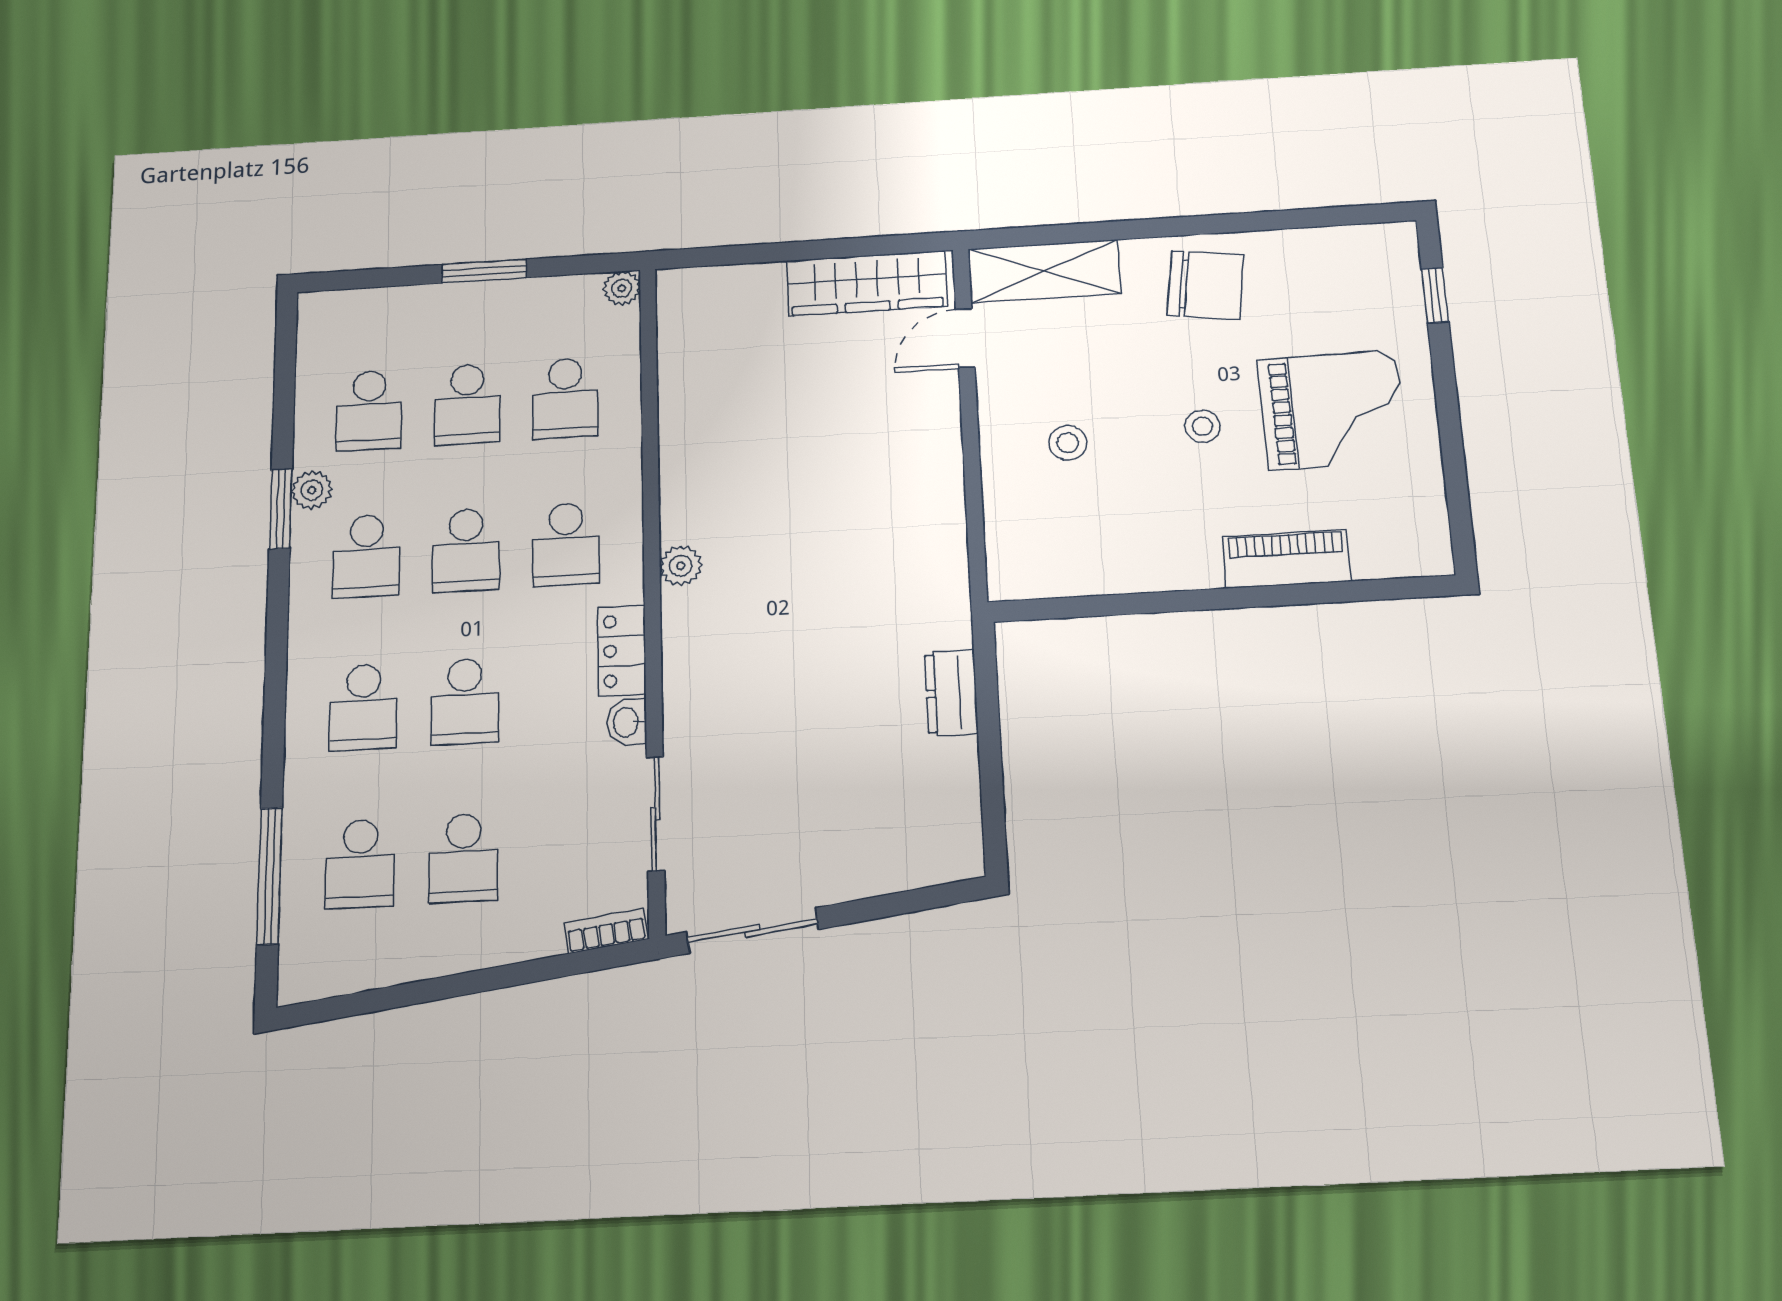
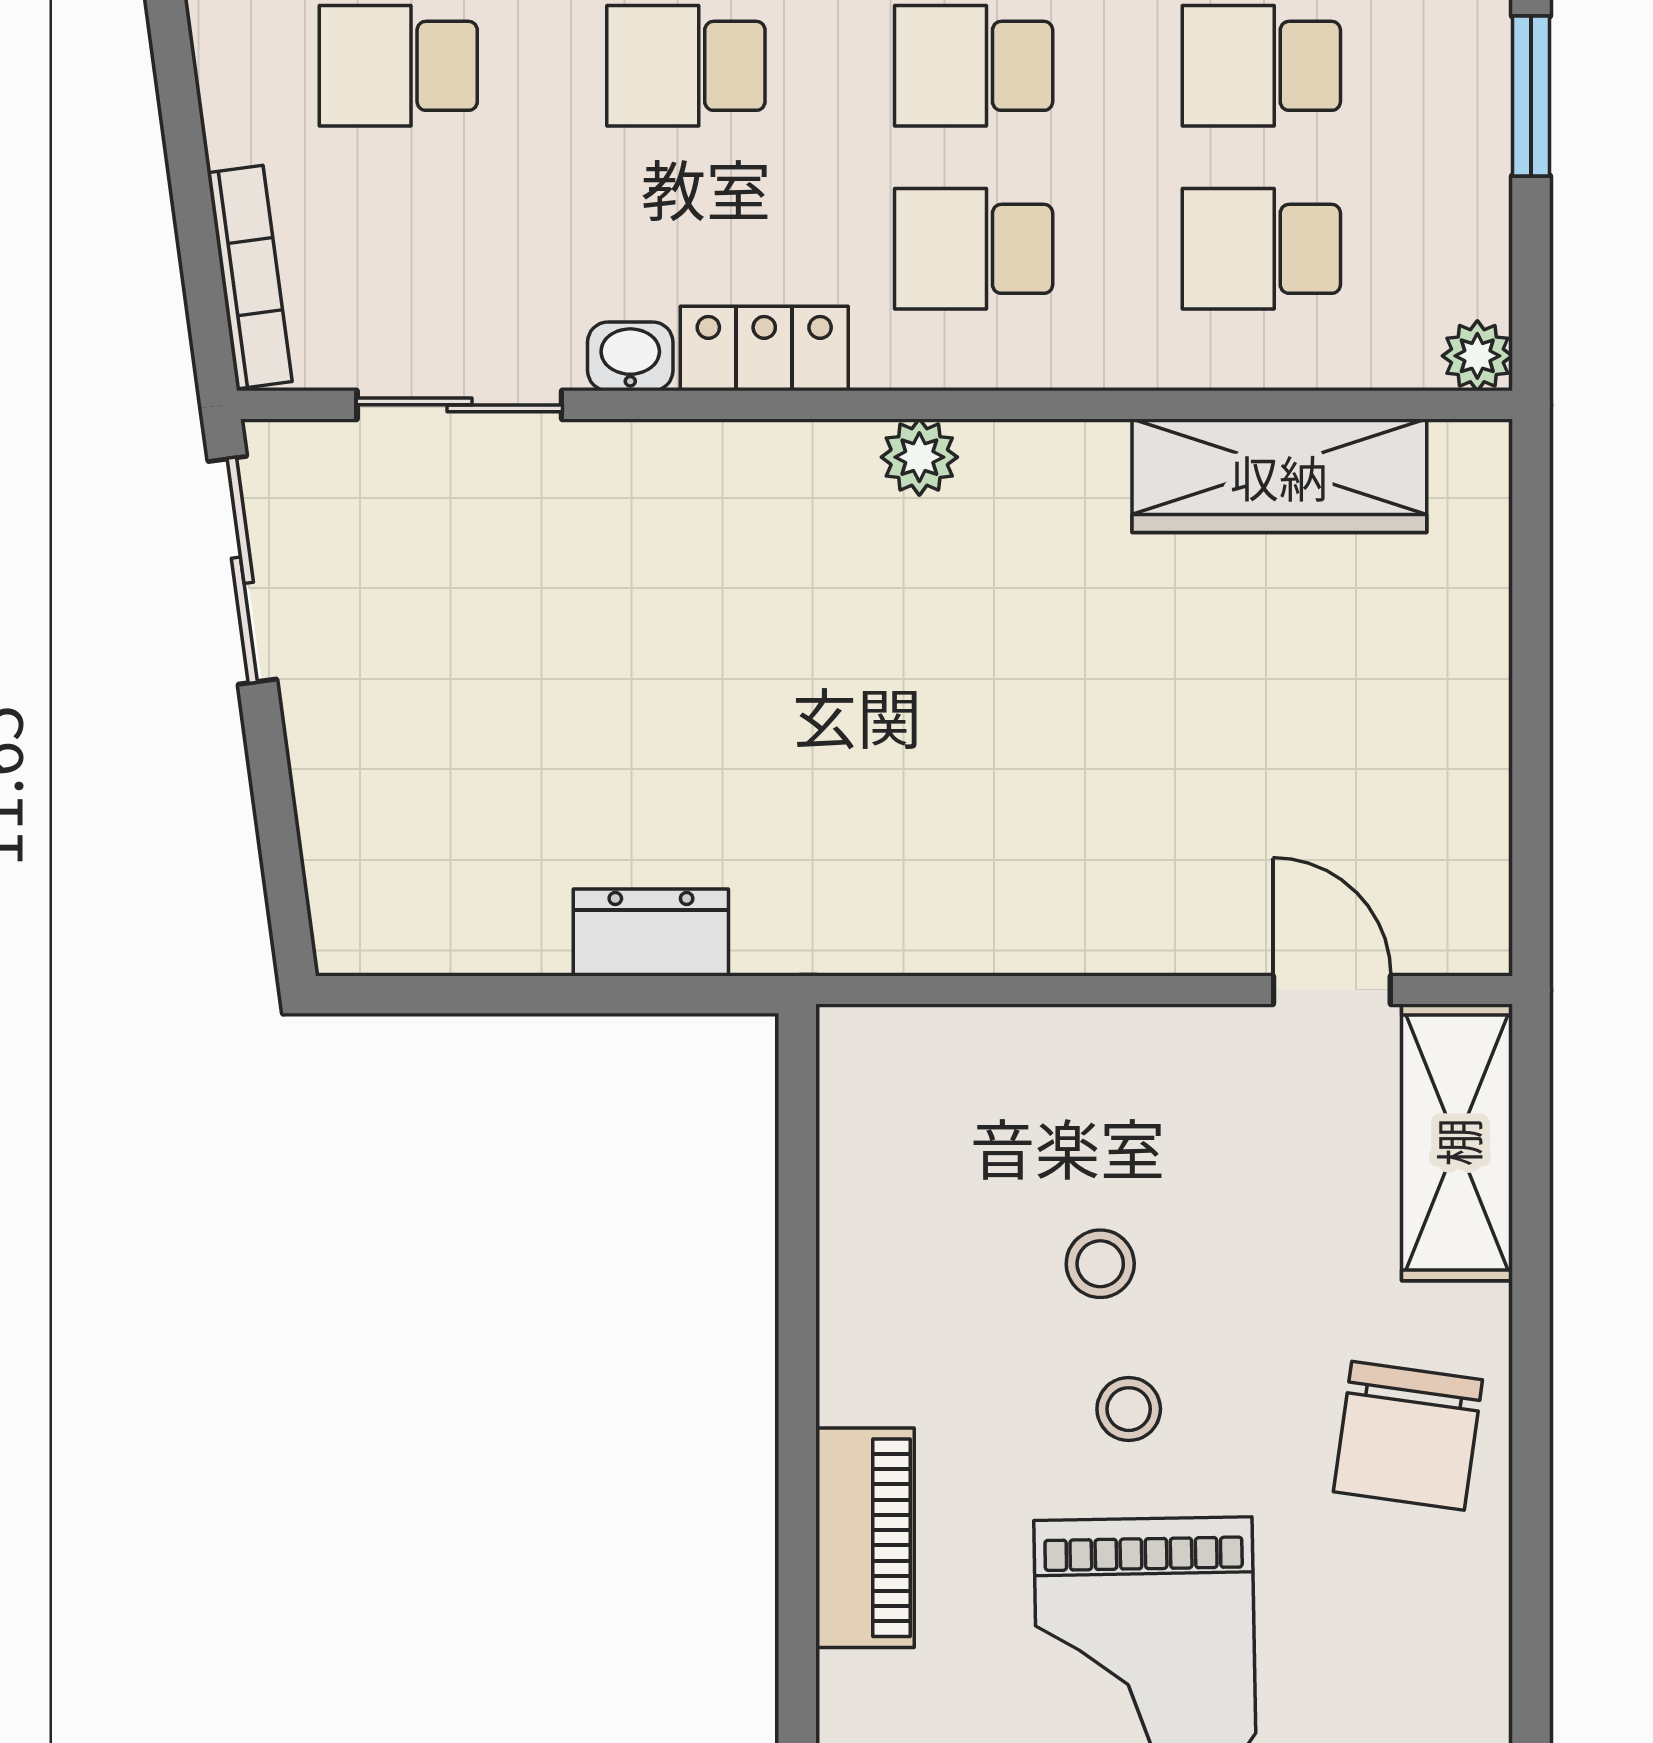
wardrobe: (867, 283) -> (1279, 476), moved, turned -90
stool: (1068, 443) -> (1100, 1264), moved
bookcase: (606, 931) -> (250, 277), width x1.56

